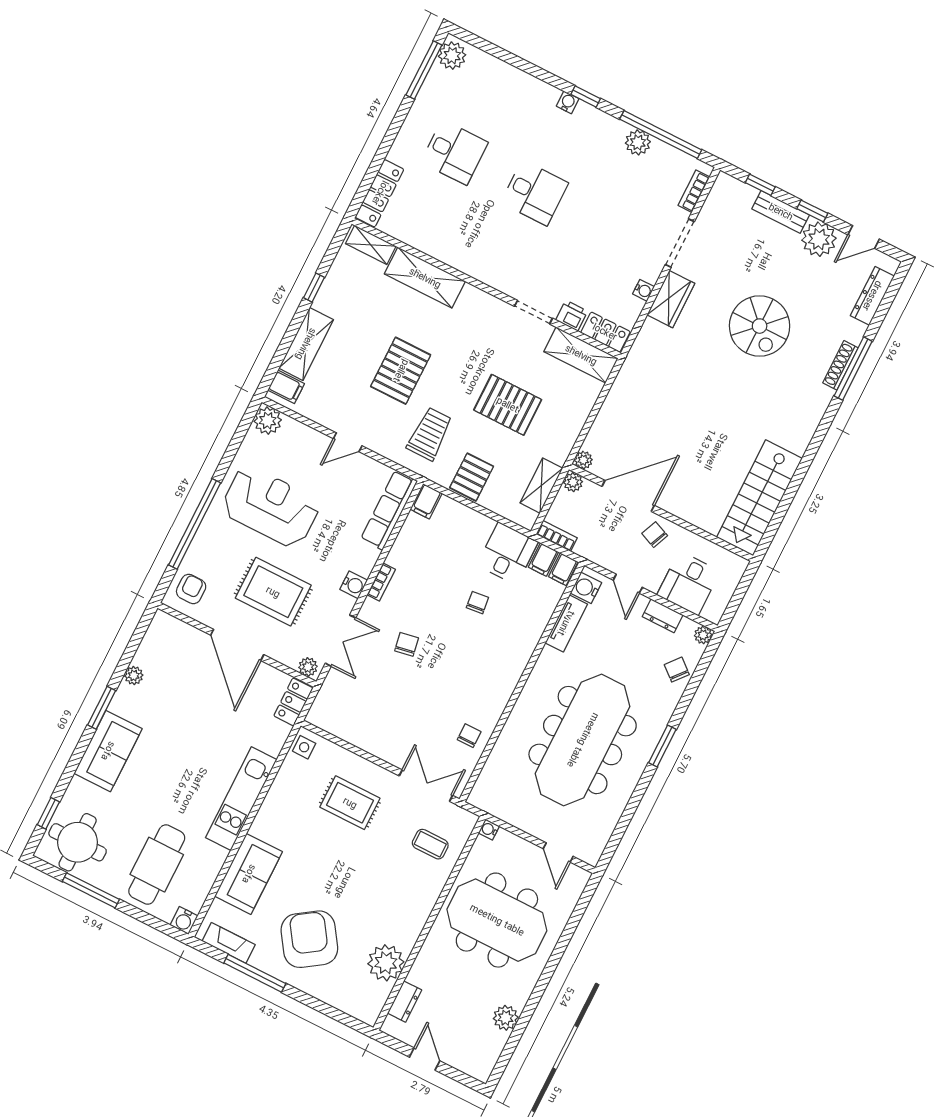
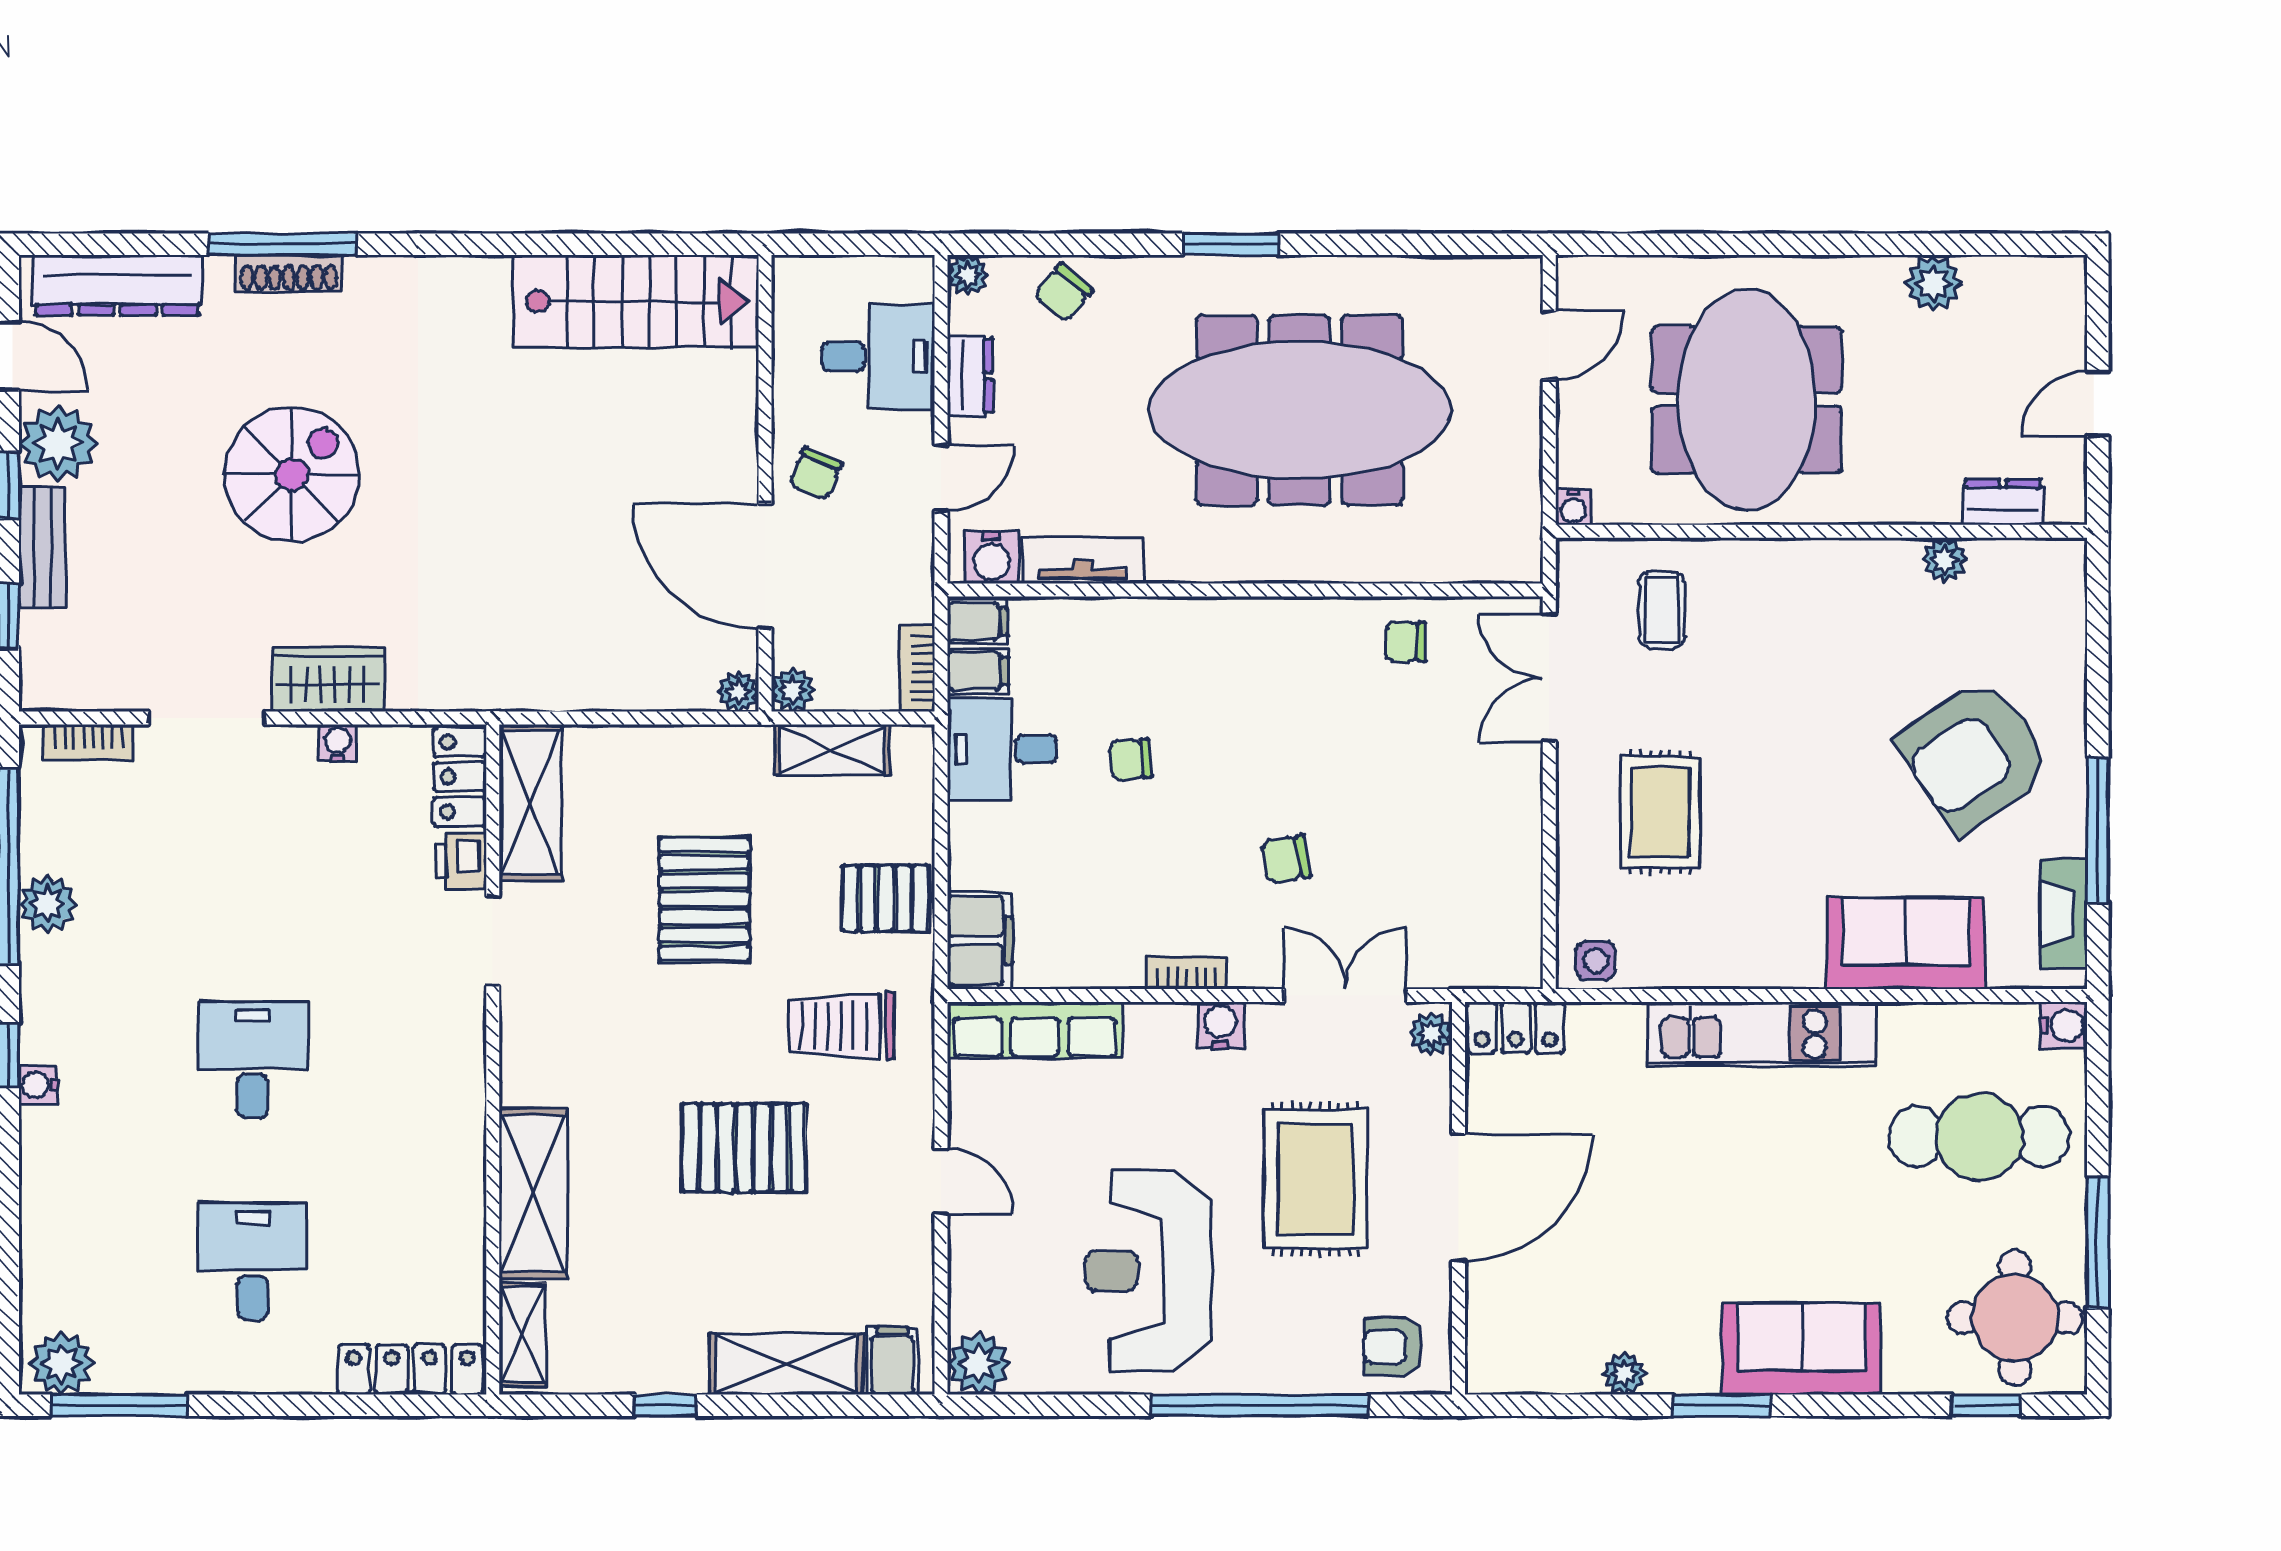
dresser: (872, 296) -> (117, 285), width x1.37, depth x1.24
filing cabinet: (426, 501) -> (980, 941), width x2.00
plant: (386, 963) -> (1944, 560), width x0.53, depth x0.53

